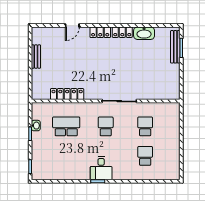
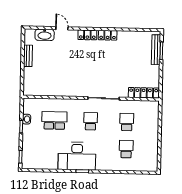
door: (72, 26) -> (62, 28), swing flipped
washbasin: (144, 33) -> (45, 35), moved
locker: (67, 94) -> (144, 93), moved
desk: (101, 168) -> (77, 156), width x1.87, depth x1.30

